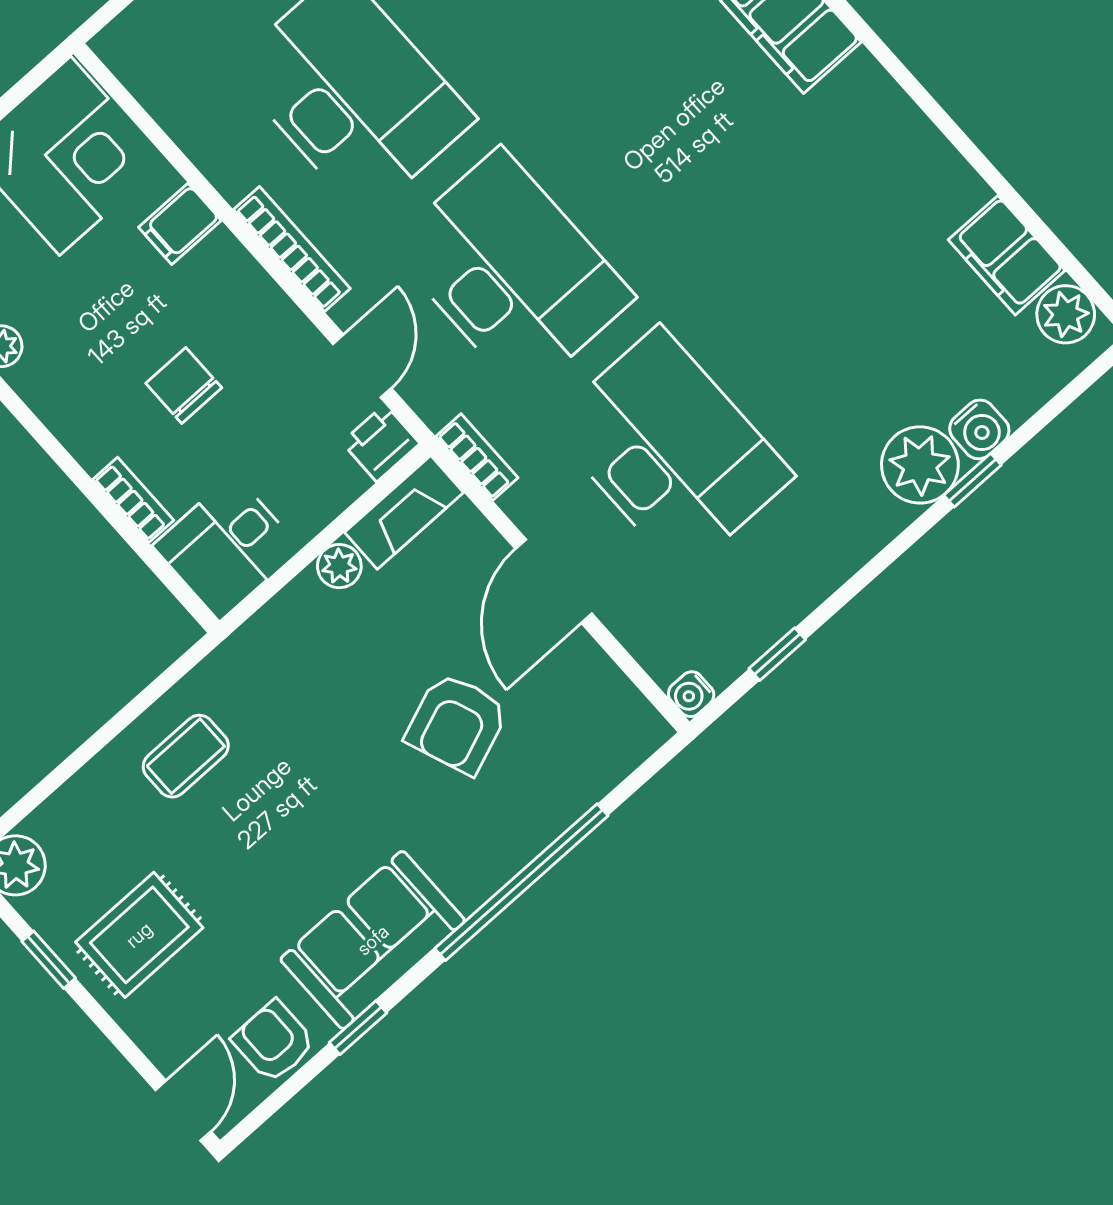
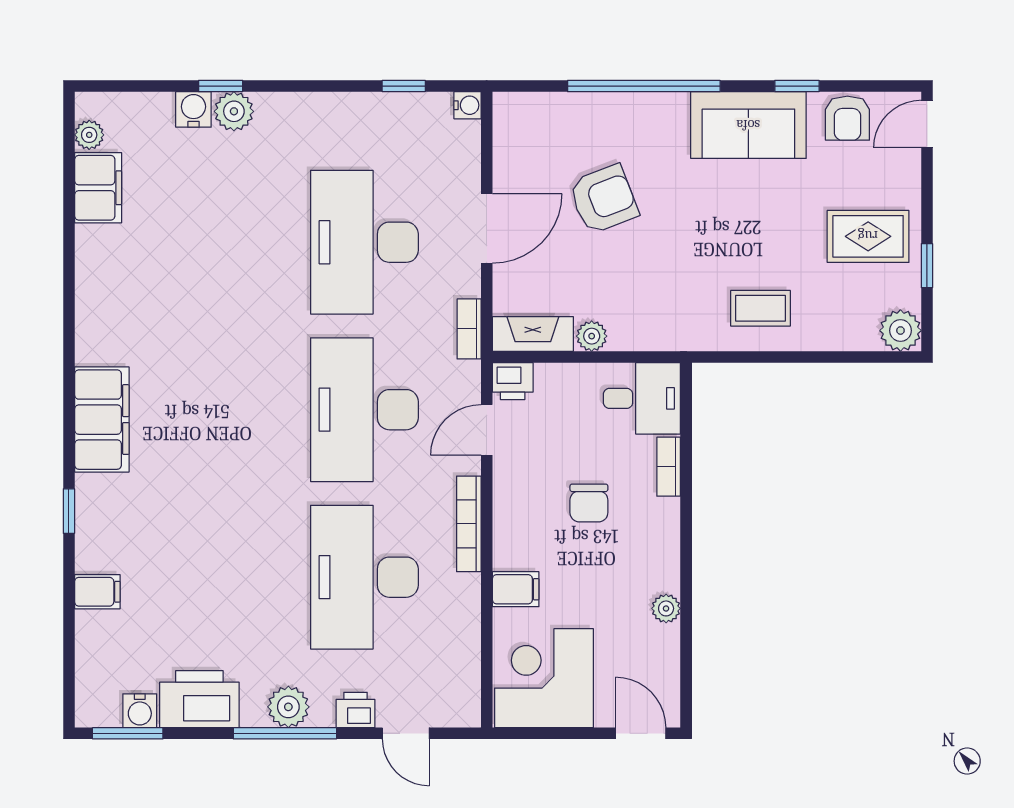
plant: (1066, 314) -> (89, 135), width x0.73, depth x0.73
plant: (920, 465) -> (234, 111), width x0.73, depth x0.73

